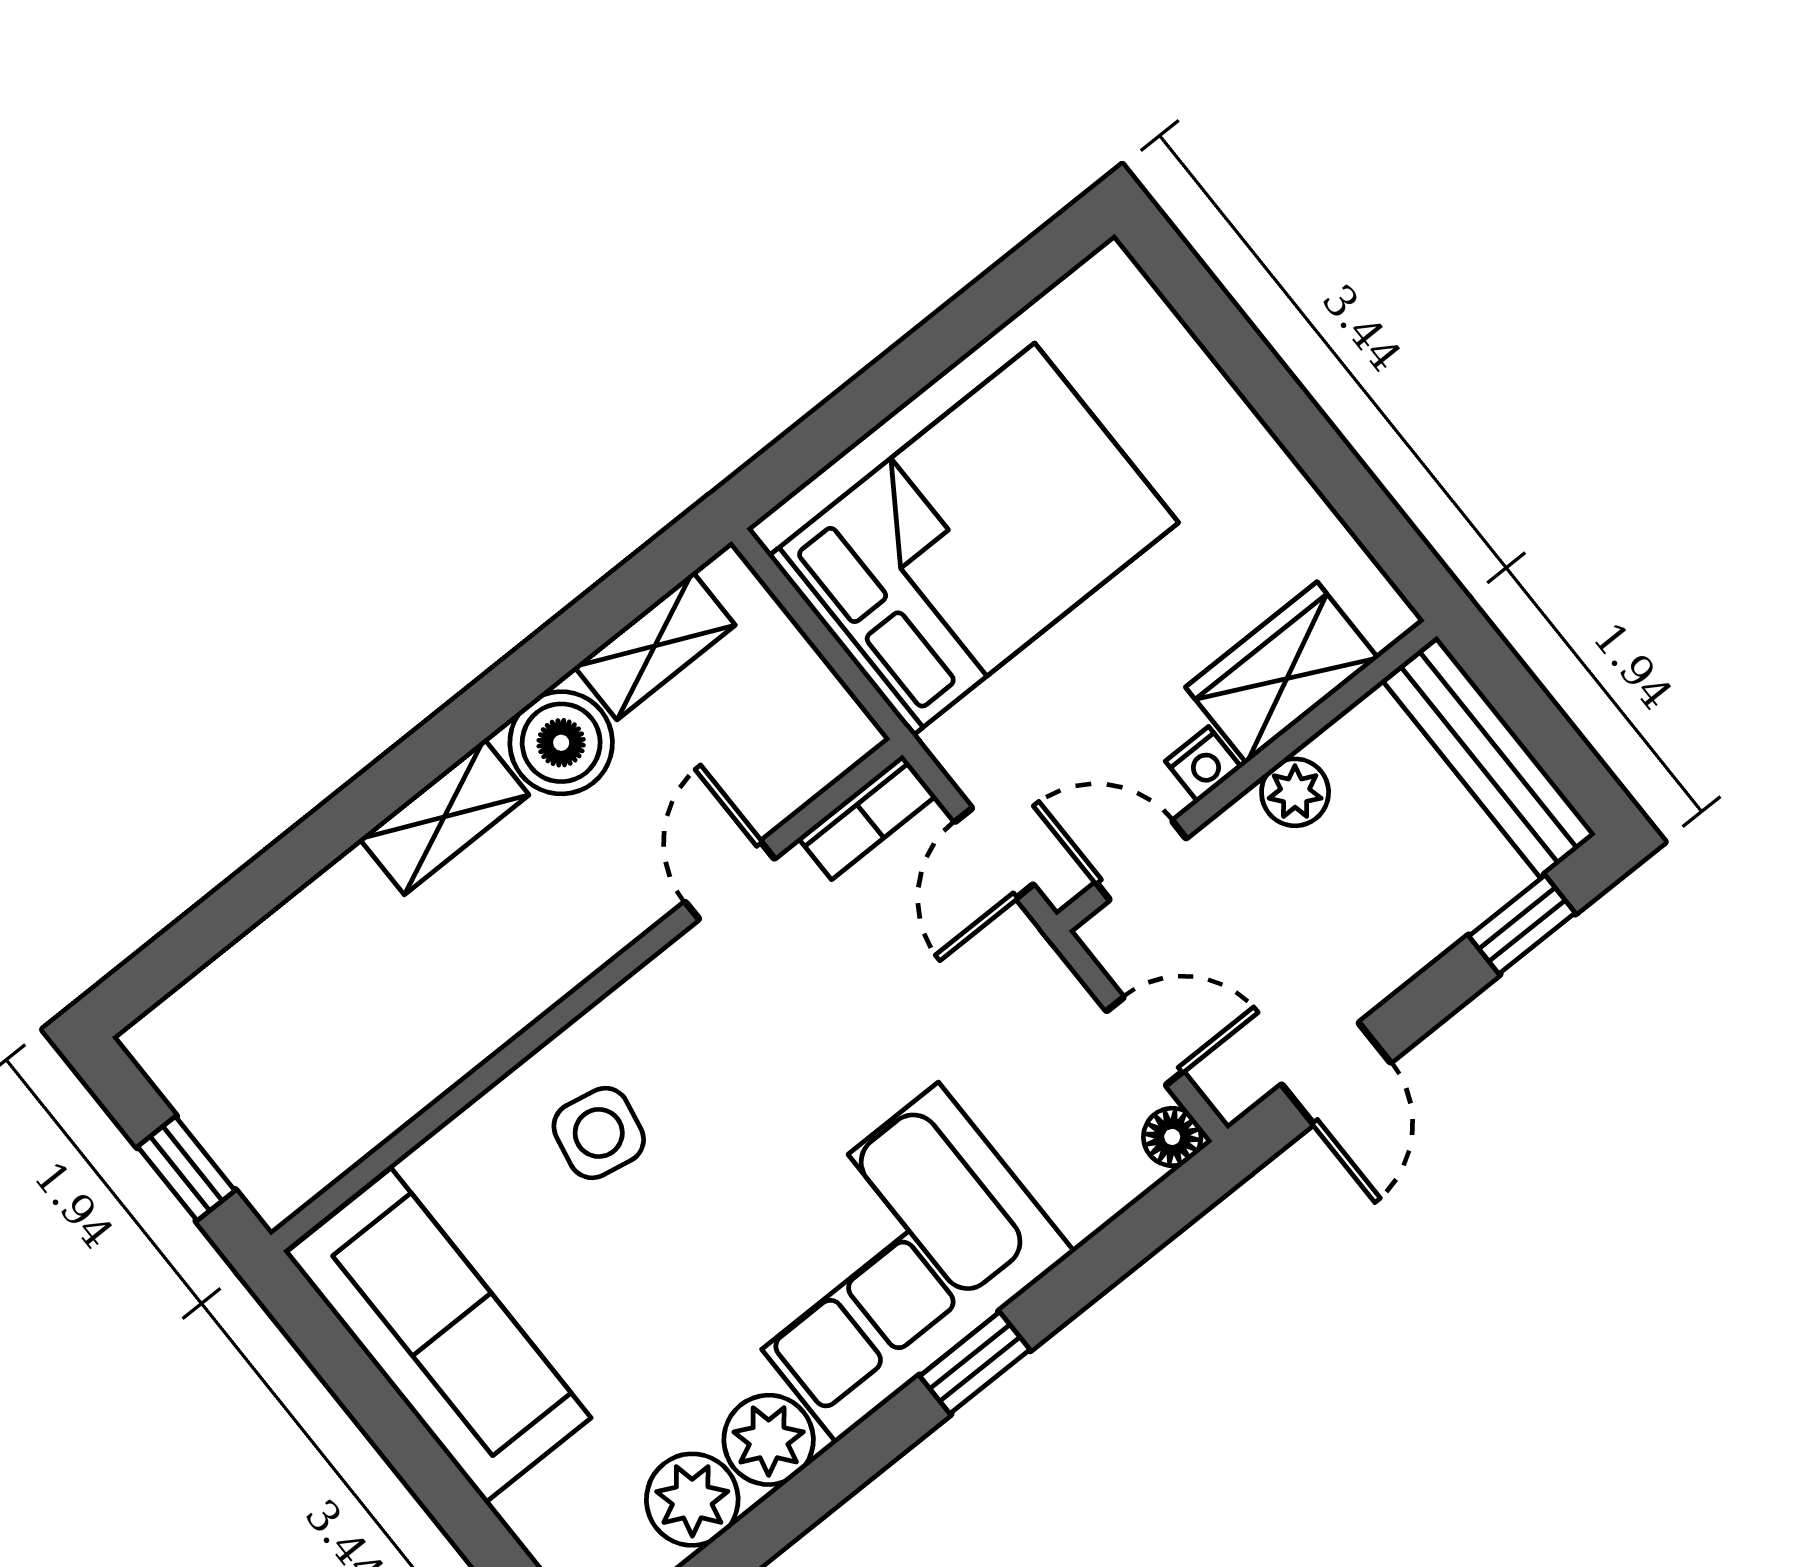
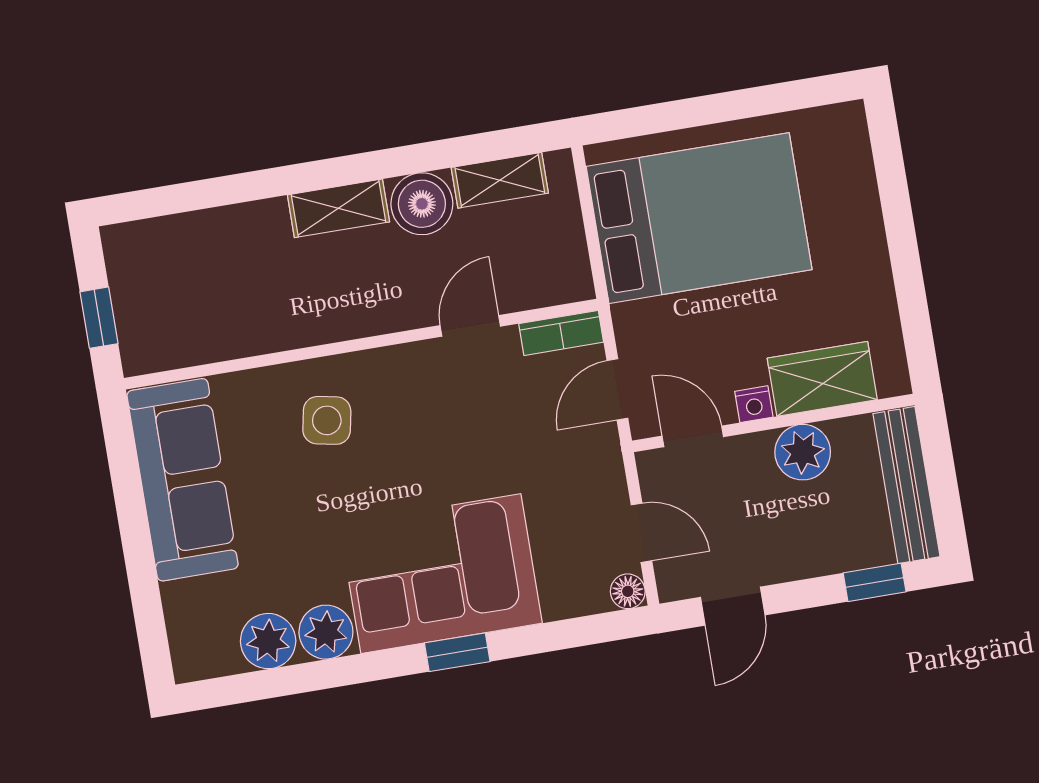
plant: (1295, 792) -> (803, 452), width x1.38, depth x1.38

